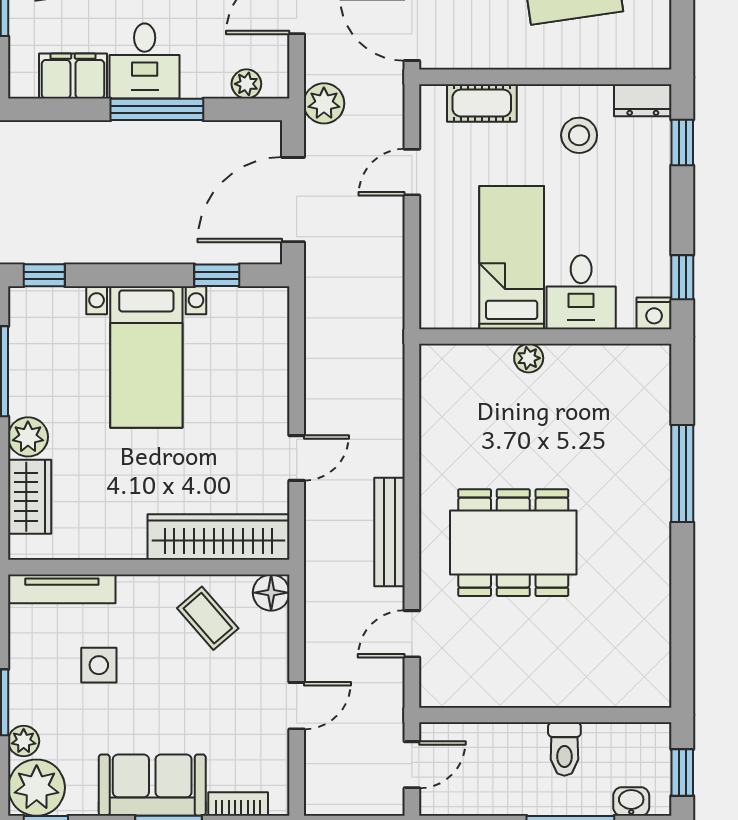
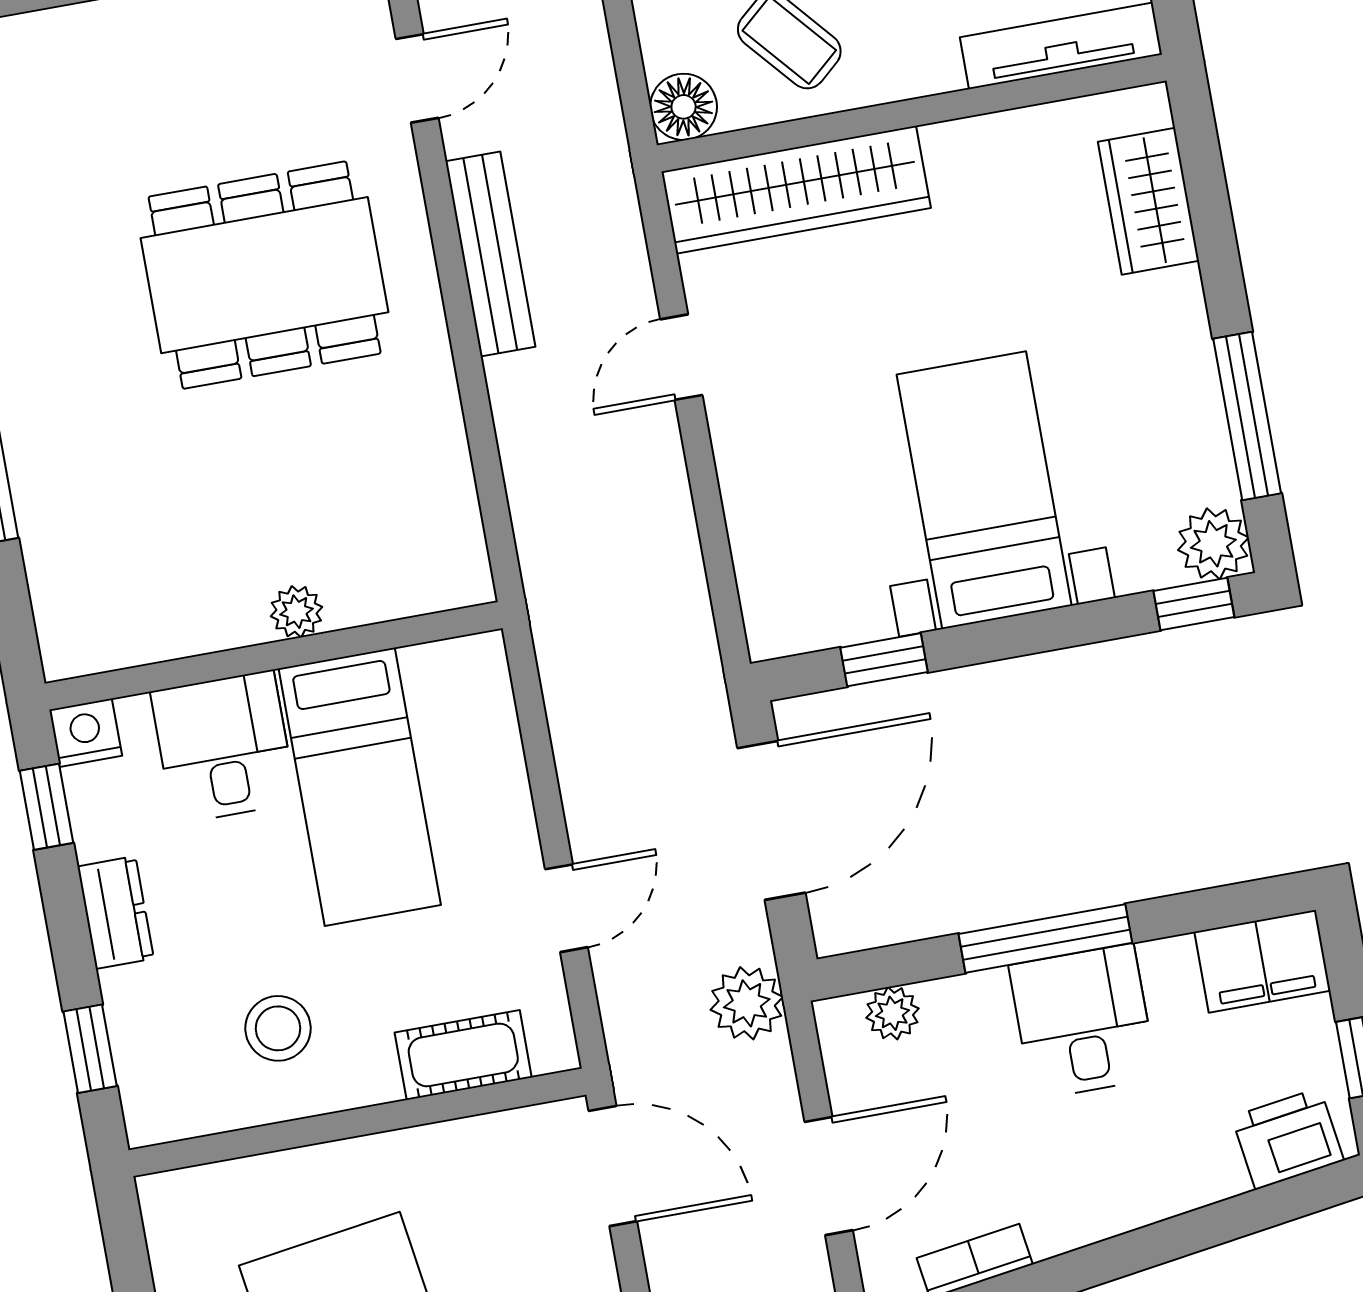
filing cabinet: (73, 76) -> (1262, 961), moved
dresser: (643, 100) -> (116, 913), moved, turned 90
plant: (28, 437) -> (1213, 544), moved

